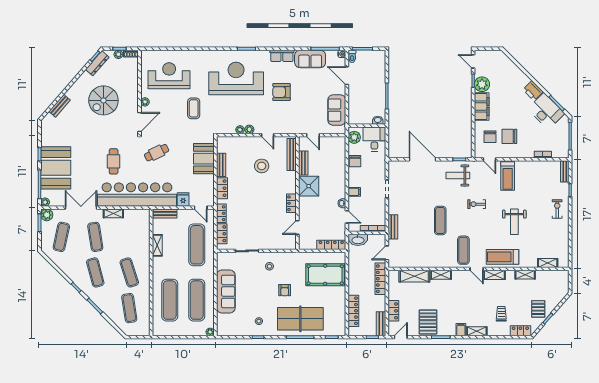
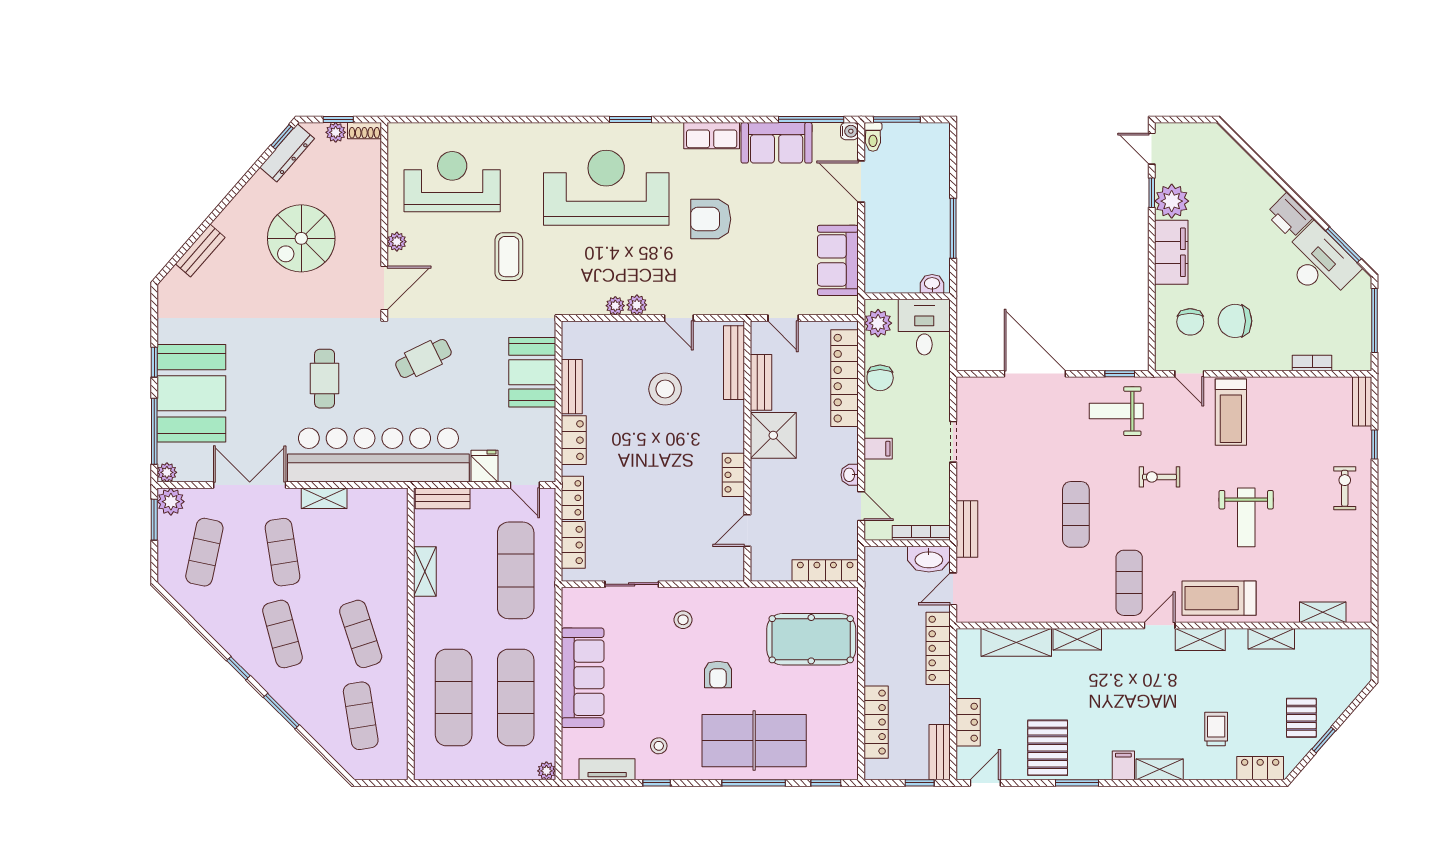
locker: (340, 161) -> (845, 378), added
washbasin: (358, 240) -> (929, 559), moved
door: (477, 269) -> (1160, 625), swing flipped
tv unit: (236, 331) -> (607, 769), added

